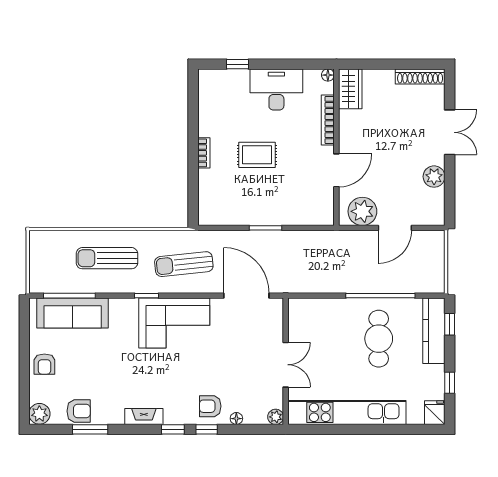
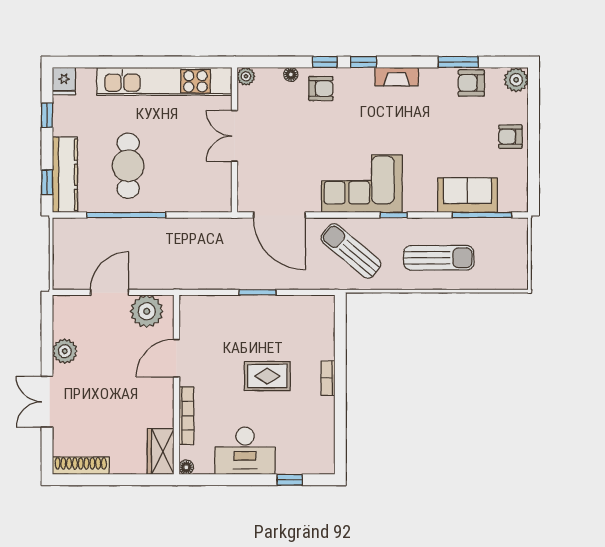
sun lounger: (184, 264) -> (351, 251), turned -134
sofa: (73, 313) -> (467, 195), width x0.73
armchair: (44, 364) -> (510, 137), turned -90

